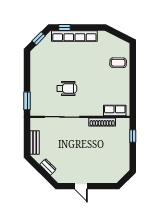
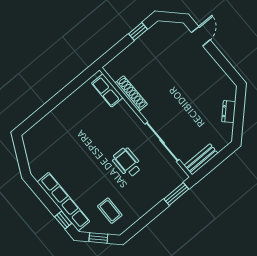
coffee table: (118, 63) -> (110, 211), moved
window: (133, 136) -> (138, 31), moved
bench: (35, 143) -> (201, 159), moved
door: (81, 186) -> (201, 36), moved

